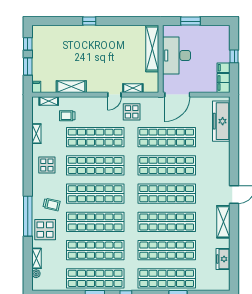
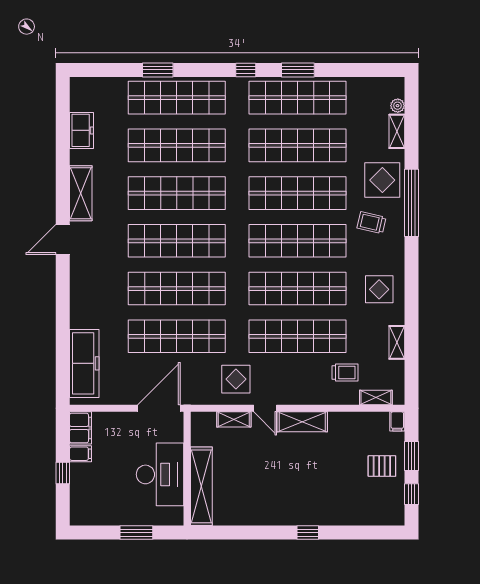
pallet: (45, 60) -> (382, 466), added
shelving: (71, 87) -> (302, 422), moved
door: (114, 95) -> (265, 408), swing flipped

